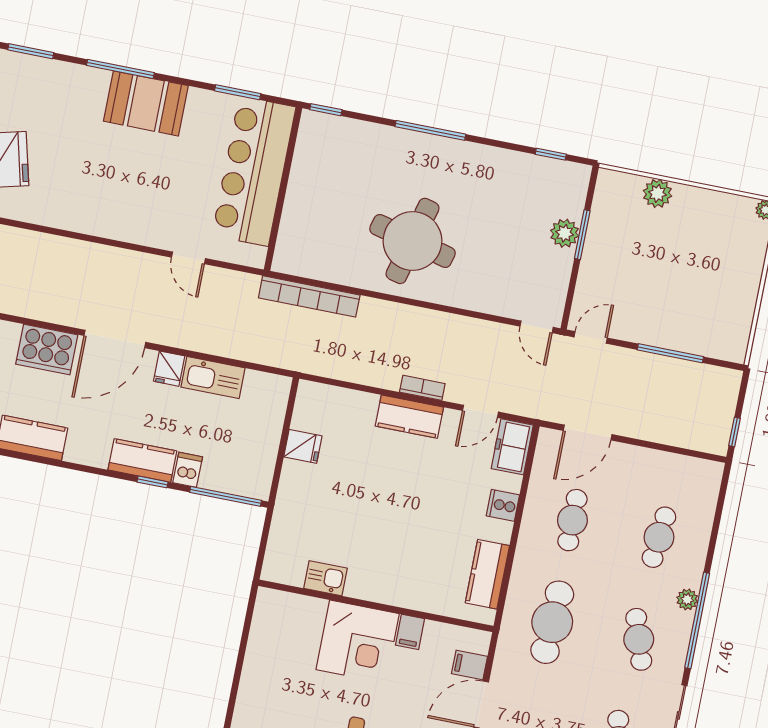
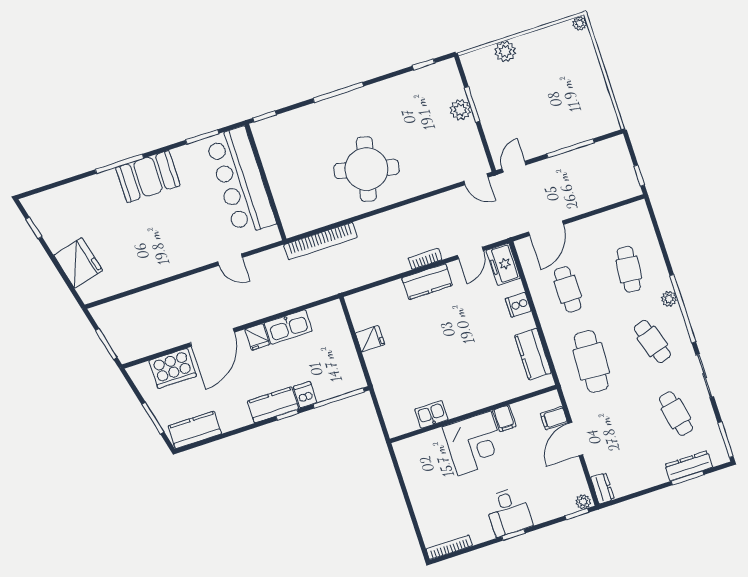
window: (31, 51) -> (56, 185), removed

